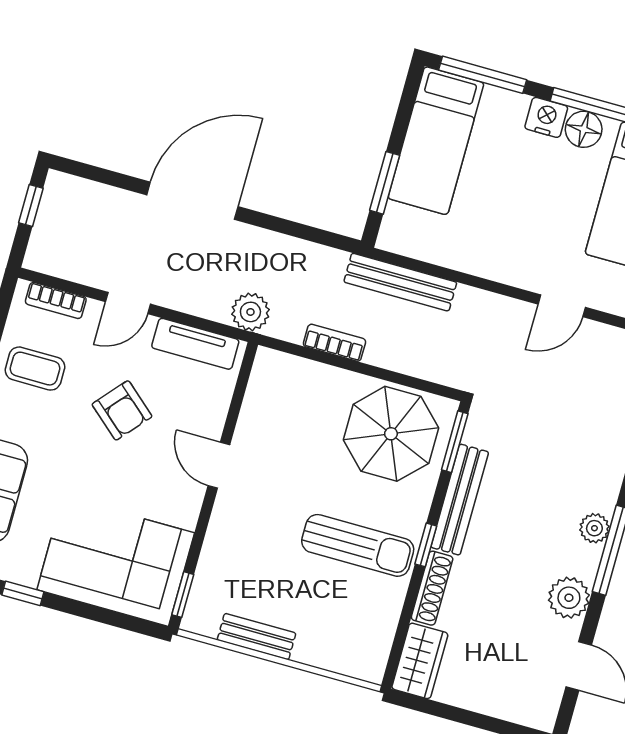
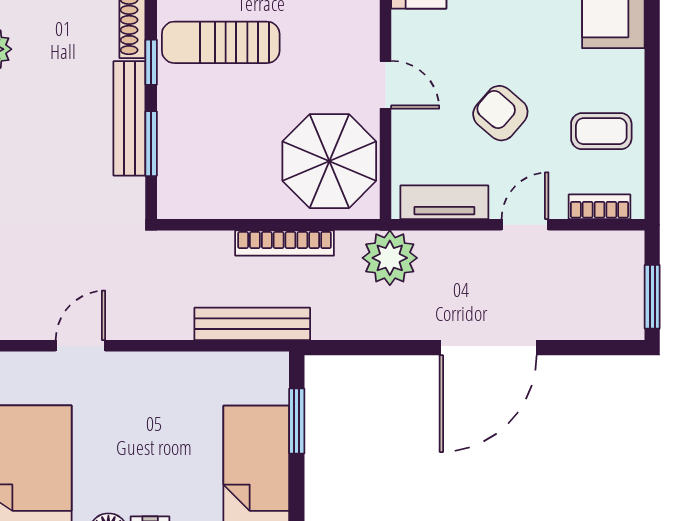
window: (31, 205) -> (652, 297), width x1.50
plant: (250, 312) -> (390, 258), width x1.36, depth x1.36
bookcase: (334, 343) -> (285, 243), width x1.56
parasol: (391, 434) -> (329, 161), moved
window: (455, 442) -> (151, 144), moved

